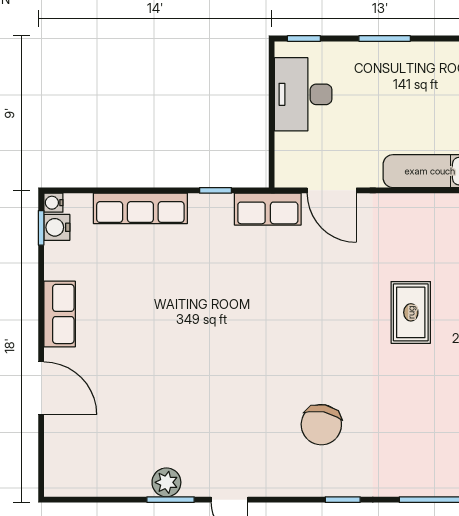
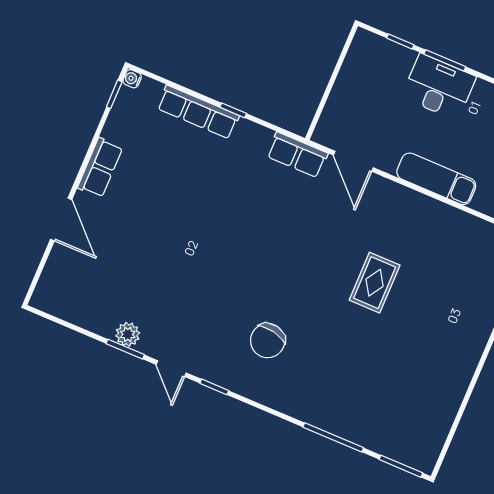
window: (304, 39) -> (400, 41), moved
desk: (303, 94) -> (439, 87), moved, turned 90
window: (215, 190) -> (233, 110), moved
water cooler: (57, 227) -> (127, 99), removed
window: (343, 500) -> (214, 387), moved

